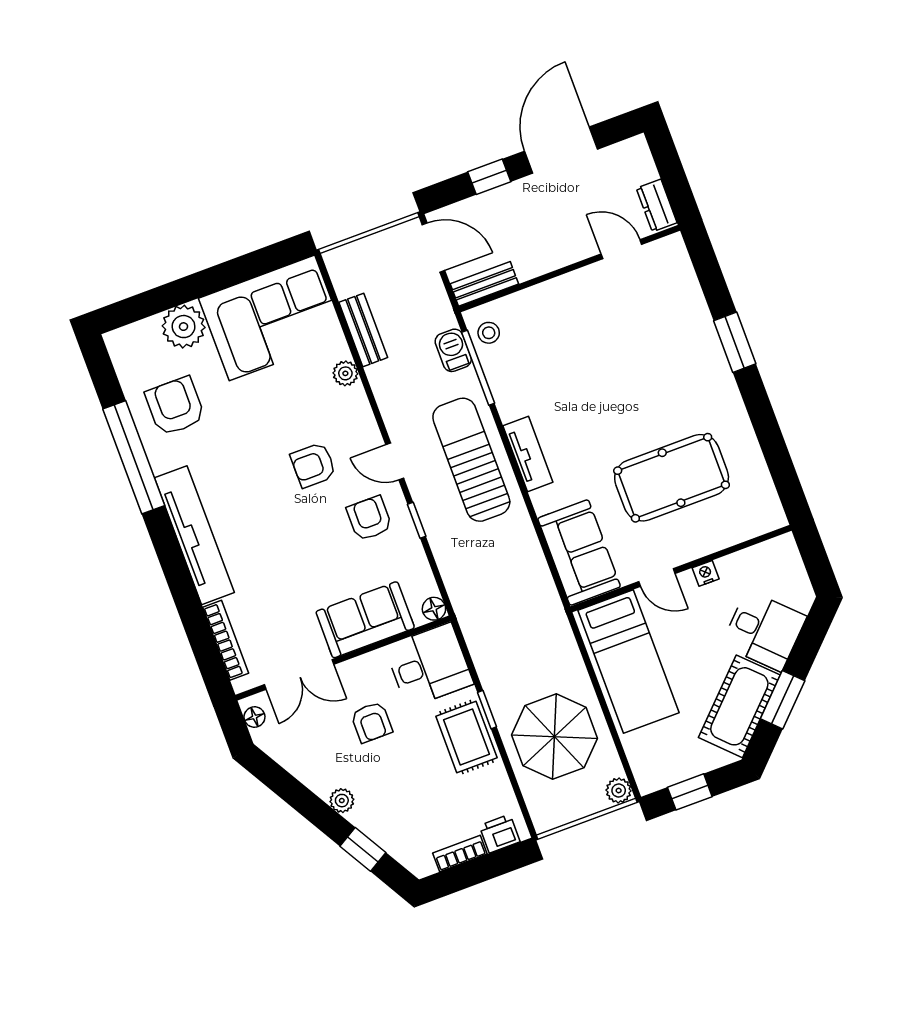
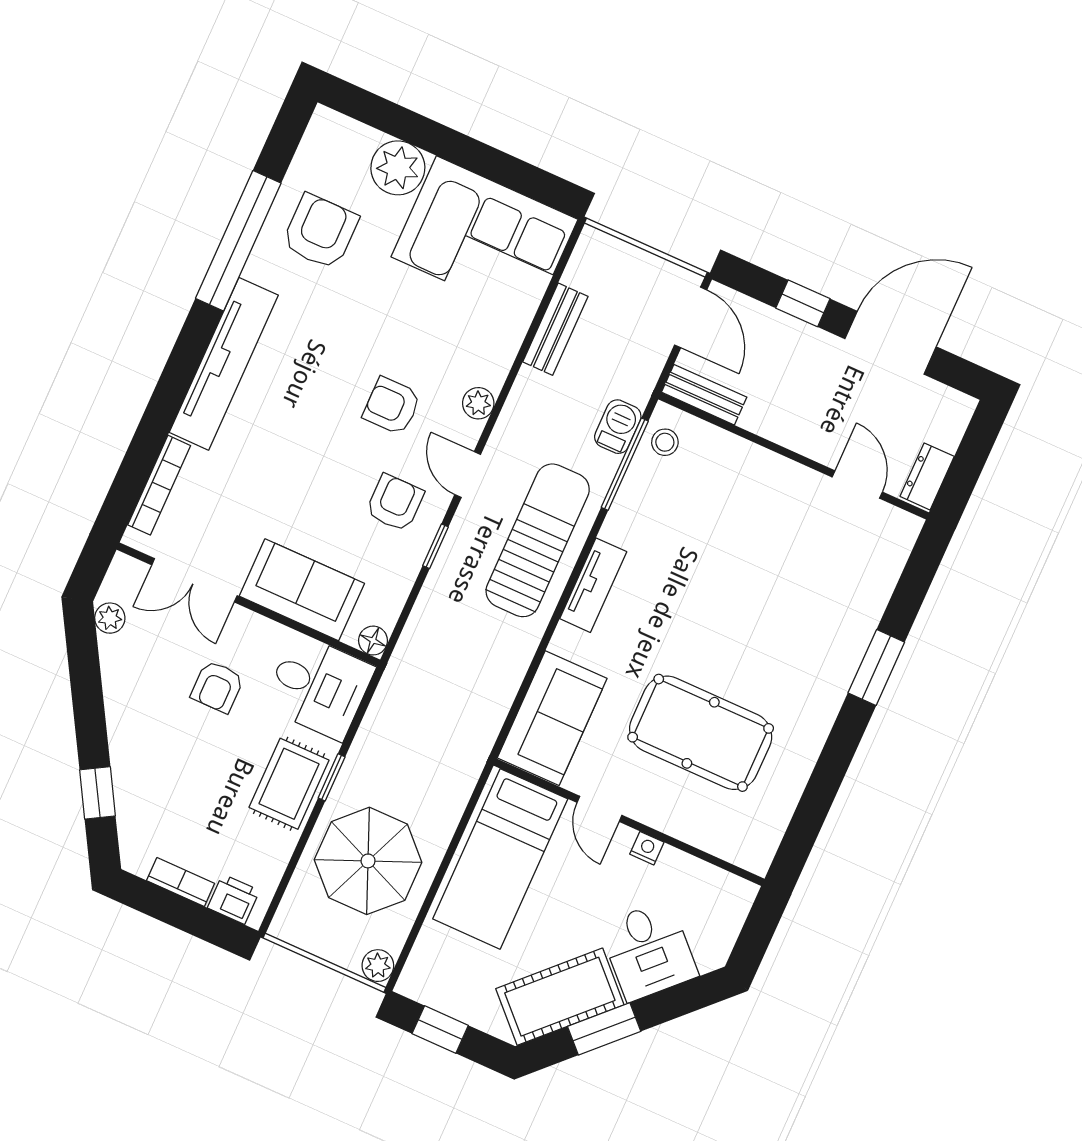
plant: (345, 373) -> (478, 403), moved
floor lamp: (254, 717) -> (117, 579), removed
plant: (342, 801) -> (110, 618), moved

